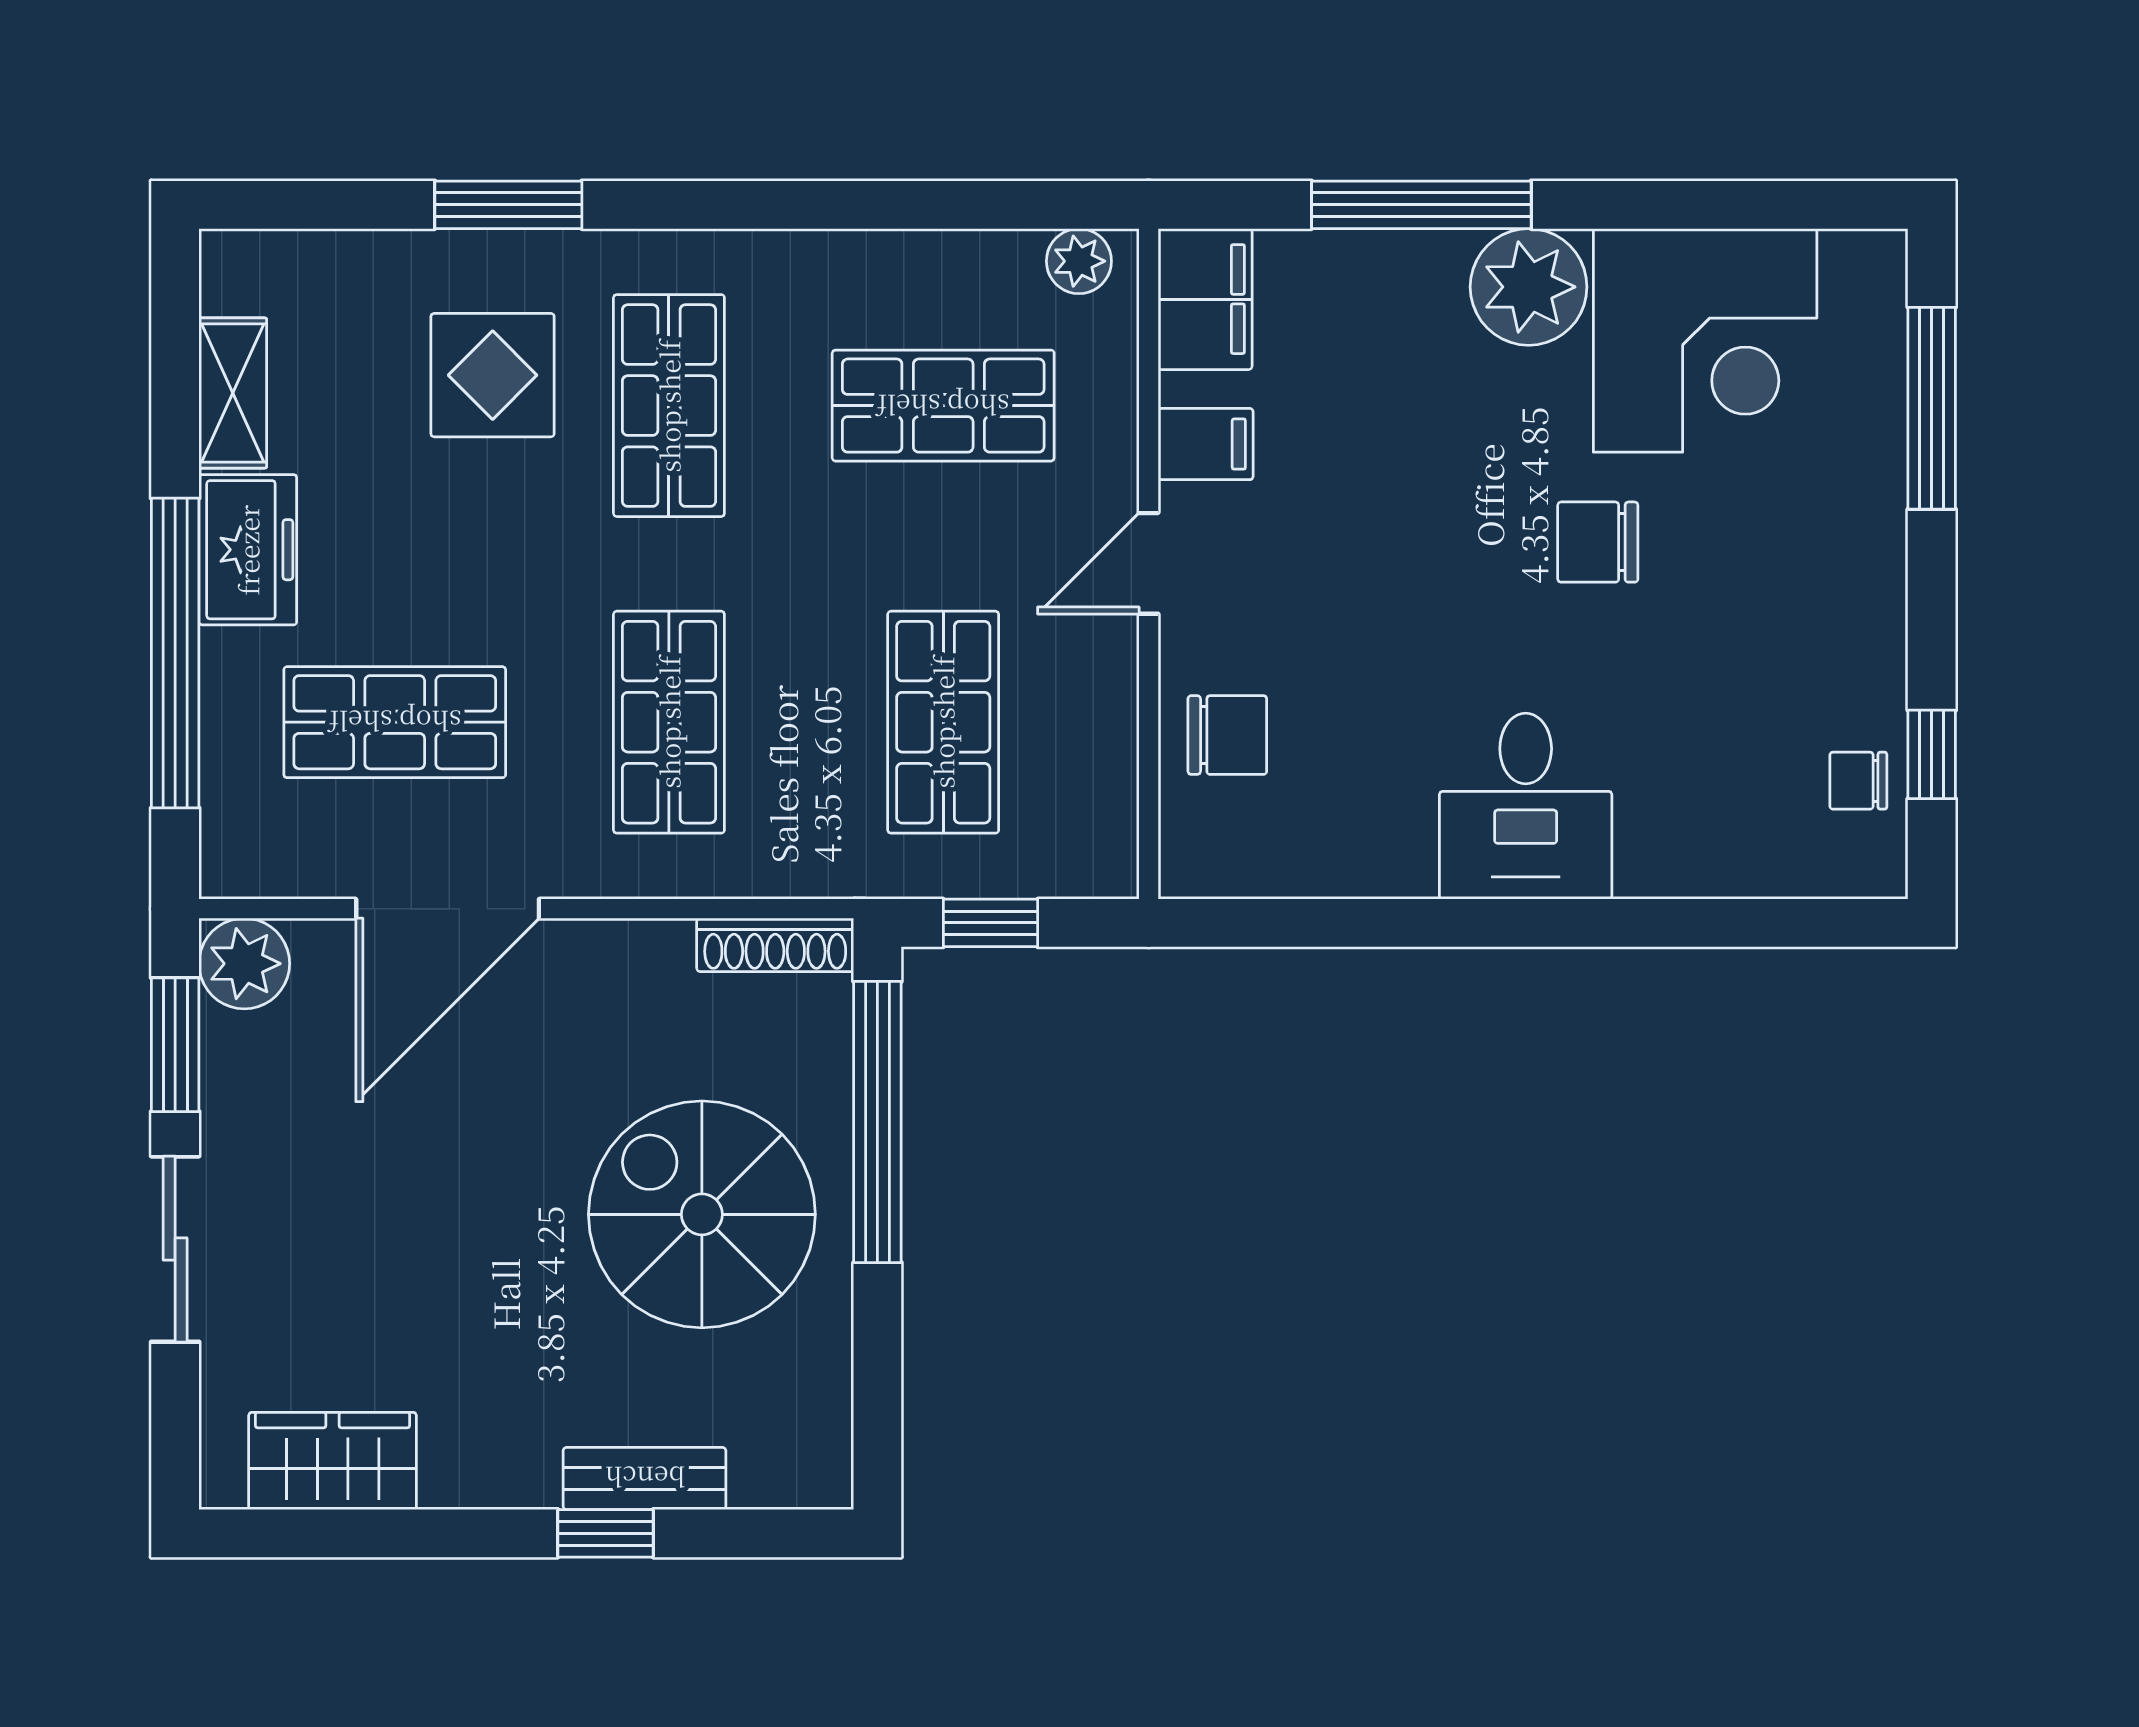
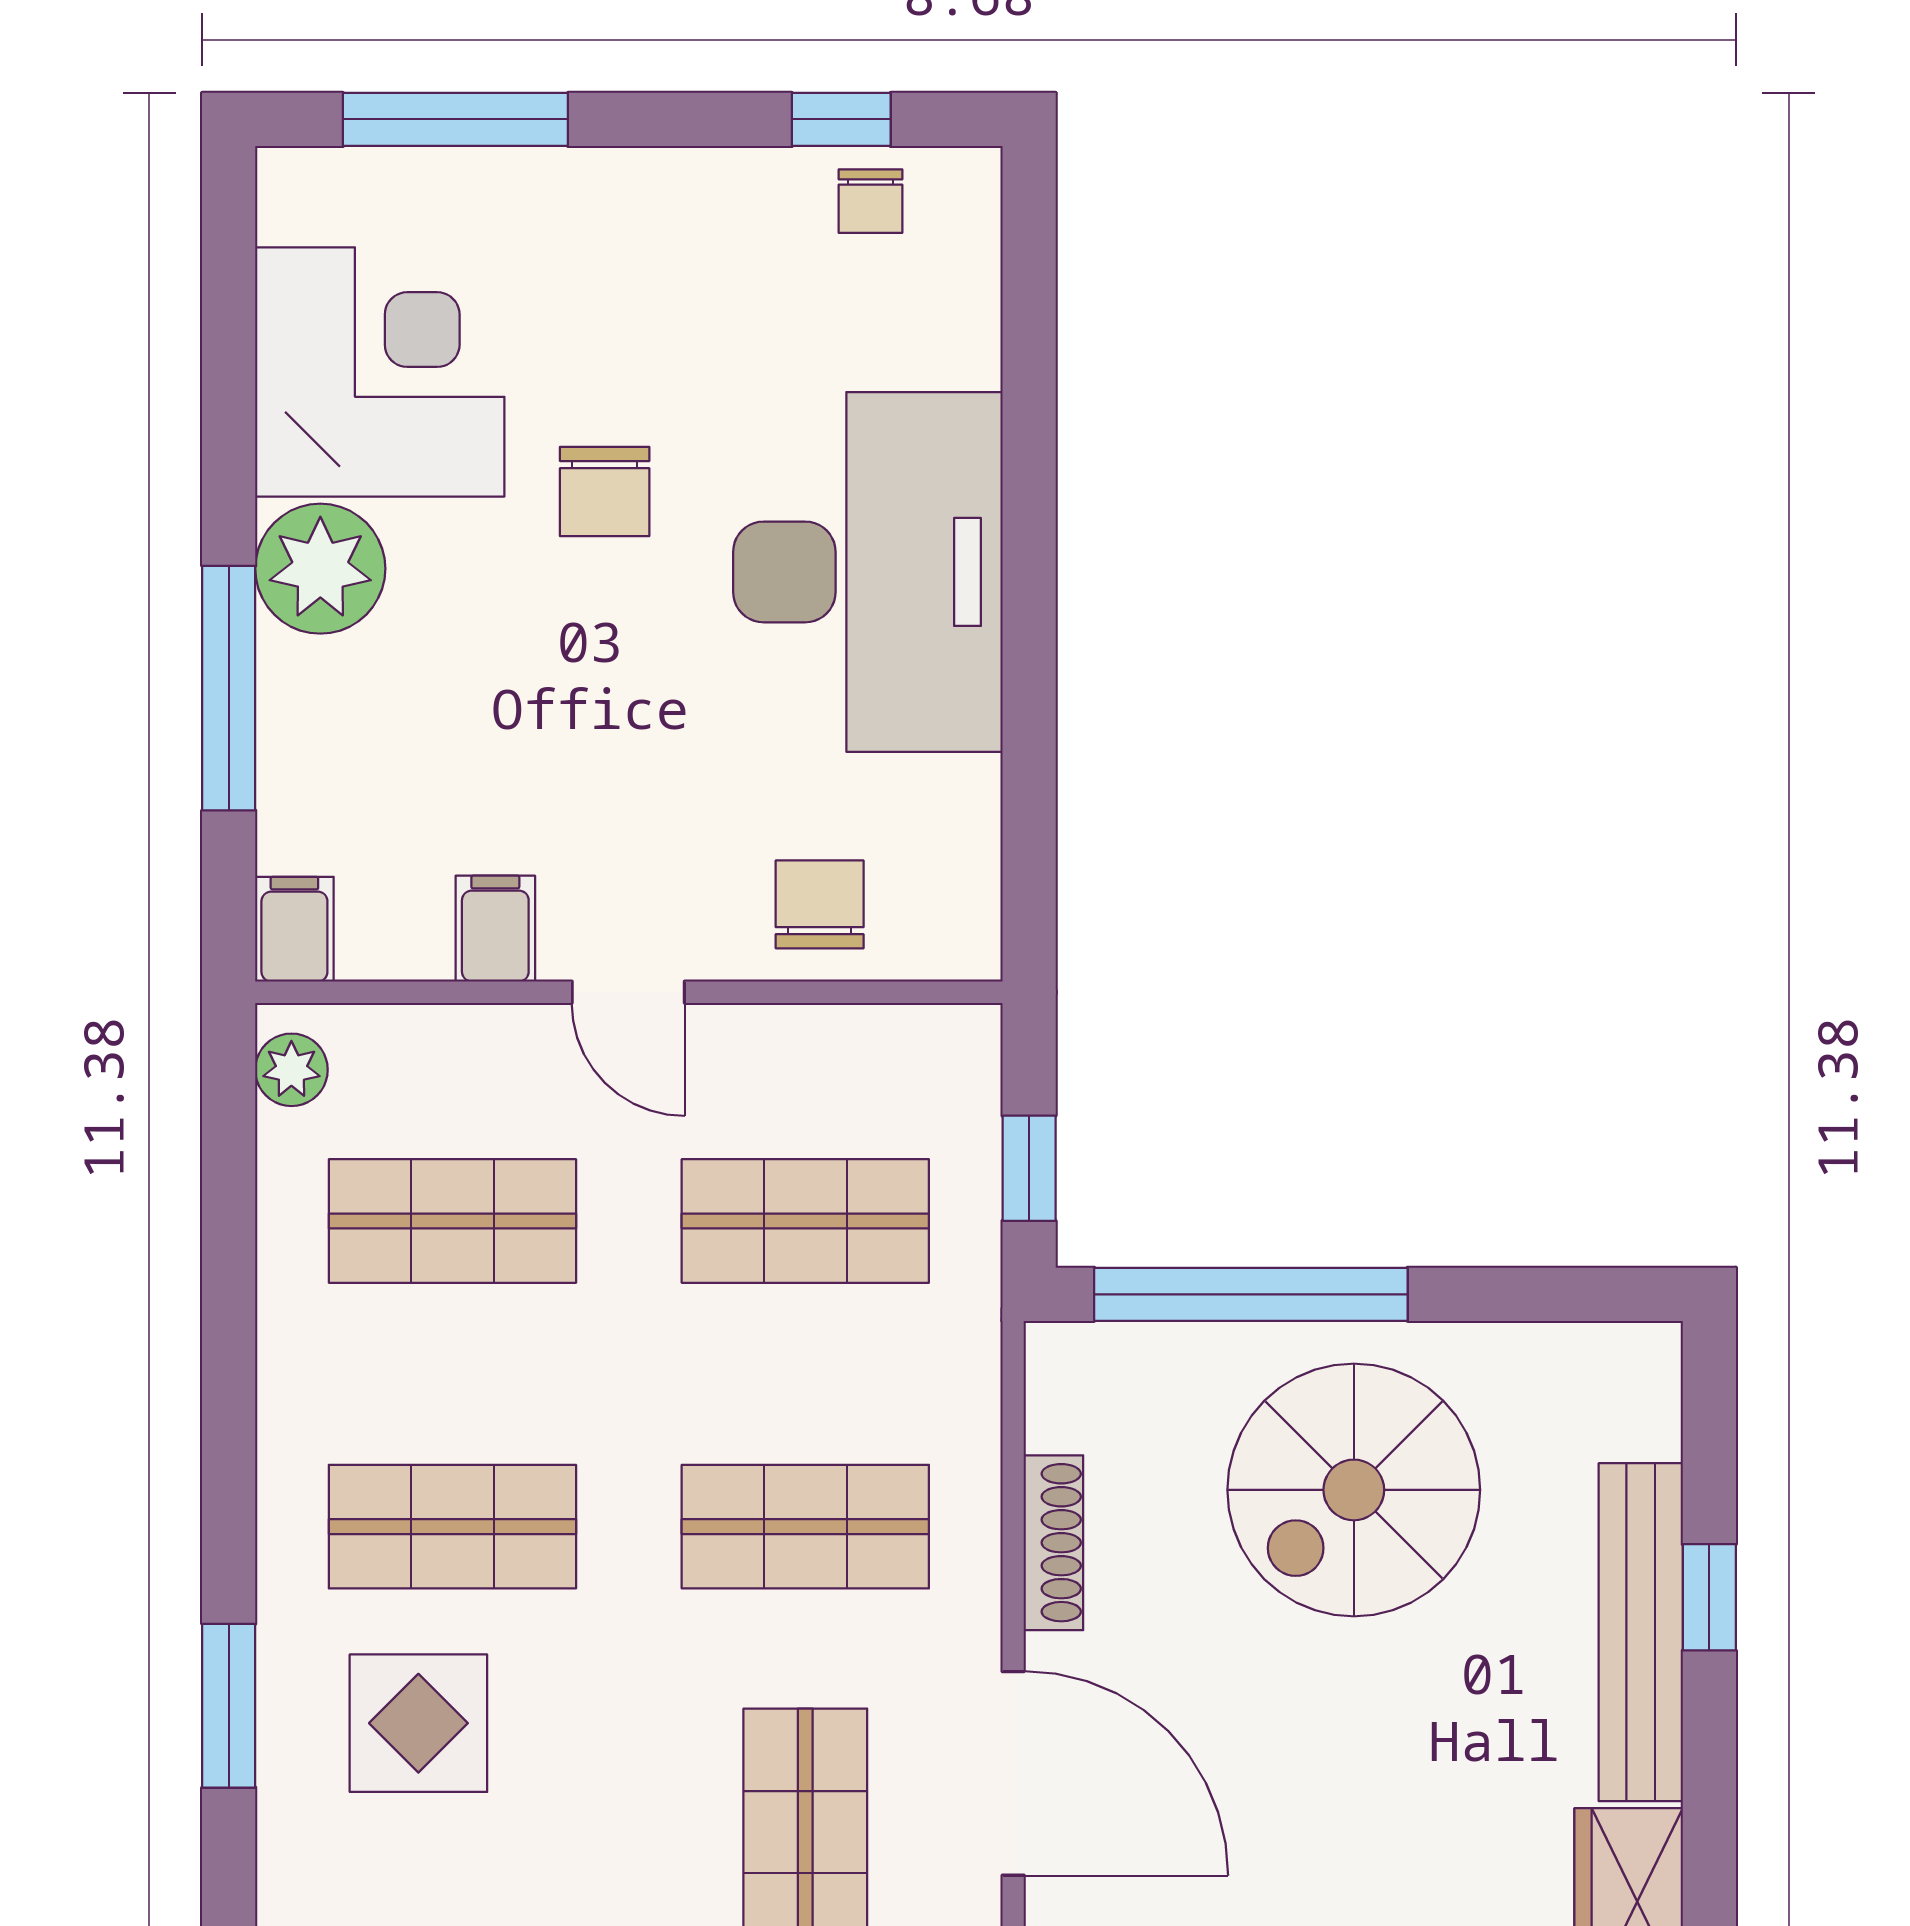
filing cabinet: (1205, 299) -> (294, 929), width x0.50
shop shelf: (943, 406) -> (452, 1221), turned 90
desk: (1526, 806) -> (868, 572), width x1.87, depth x1.30
shoe rack: (775, 945) -> (1053, 1543), moved
bench: (645, 1478) -> (1641, 1632), width x1.86, depth x1.21

